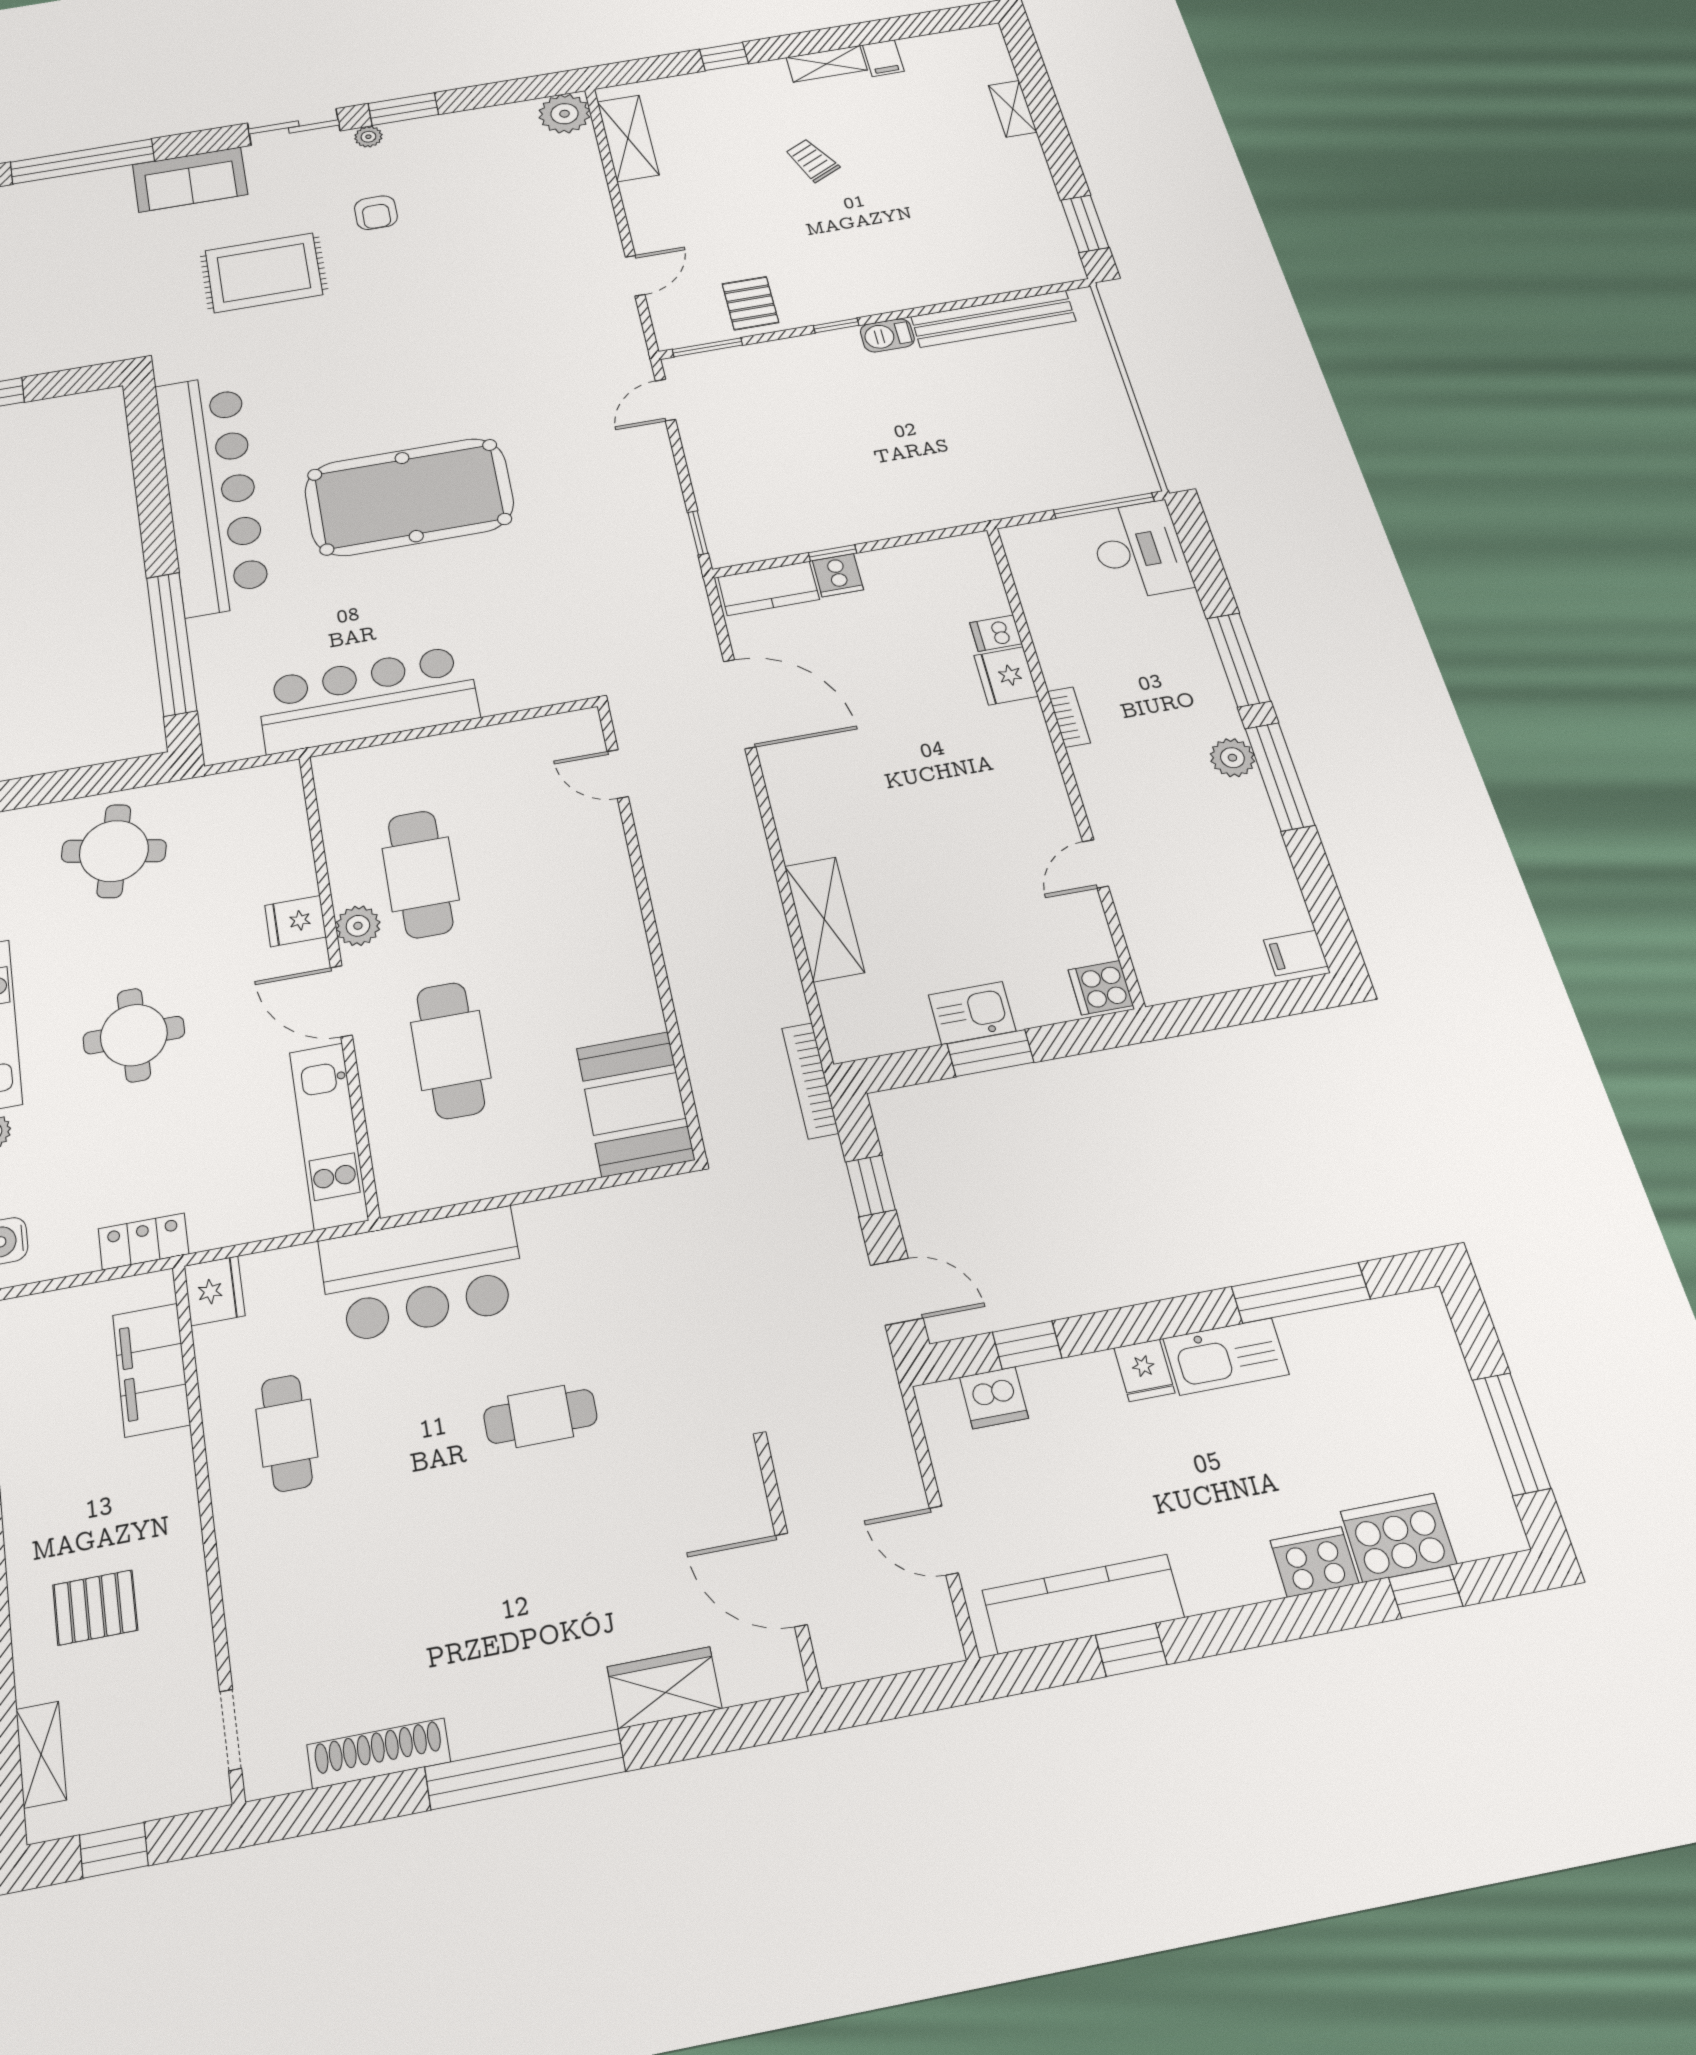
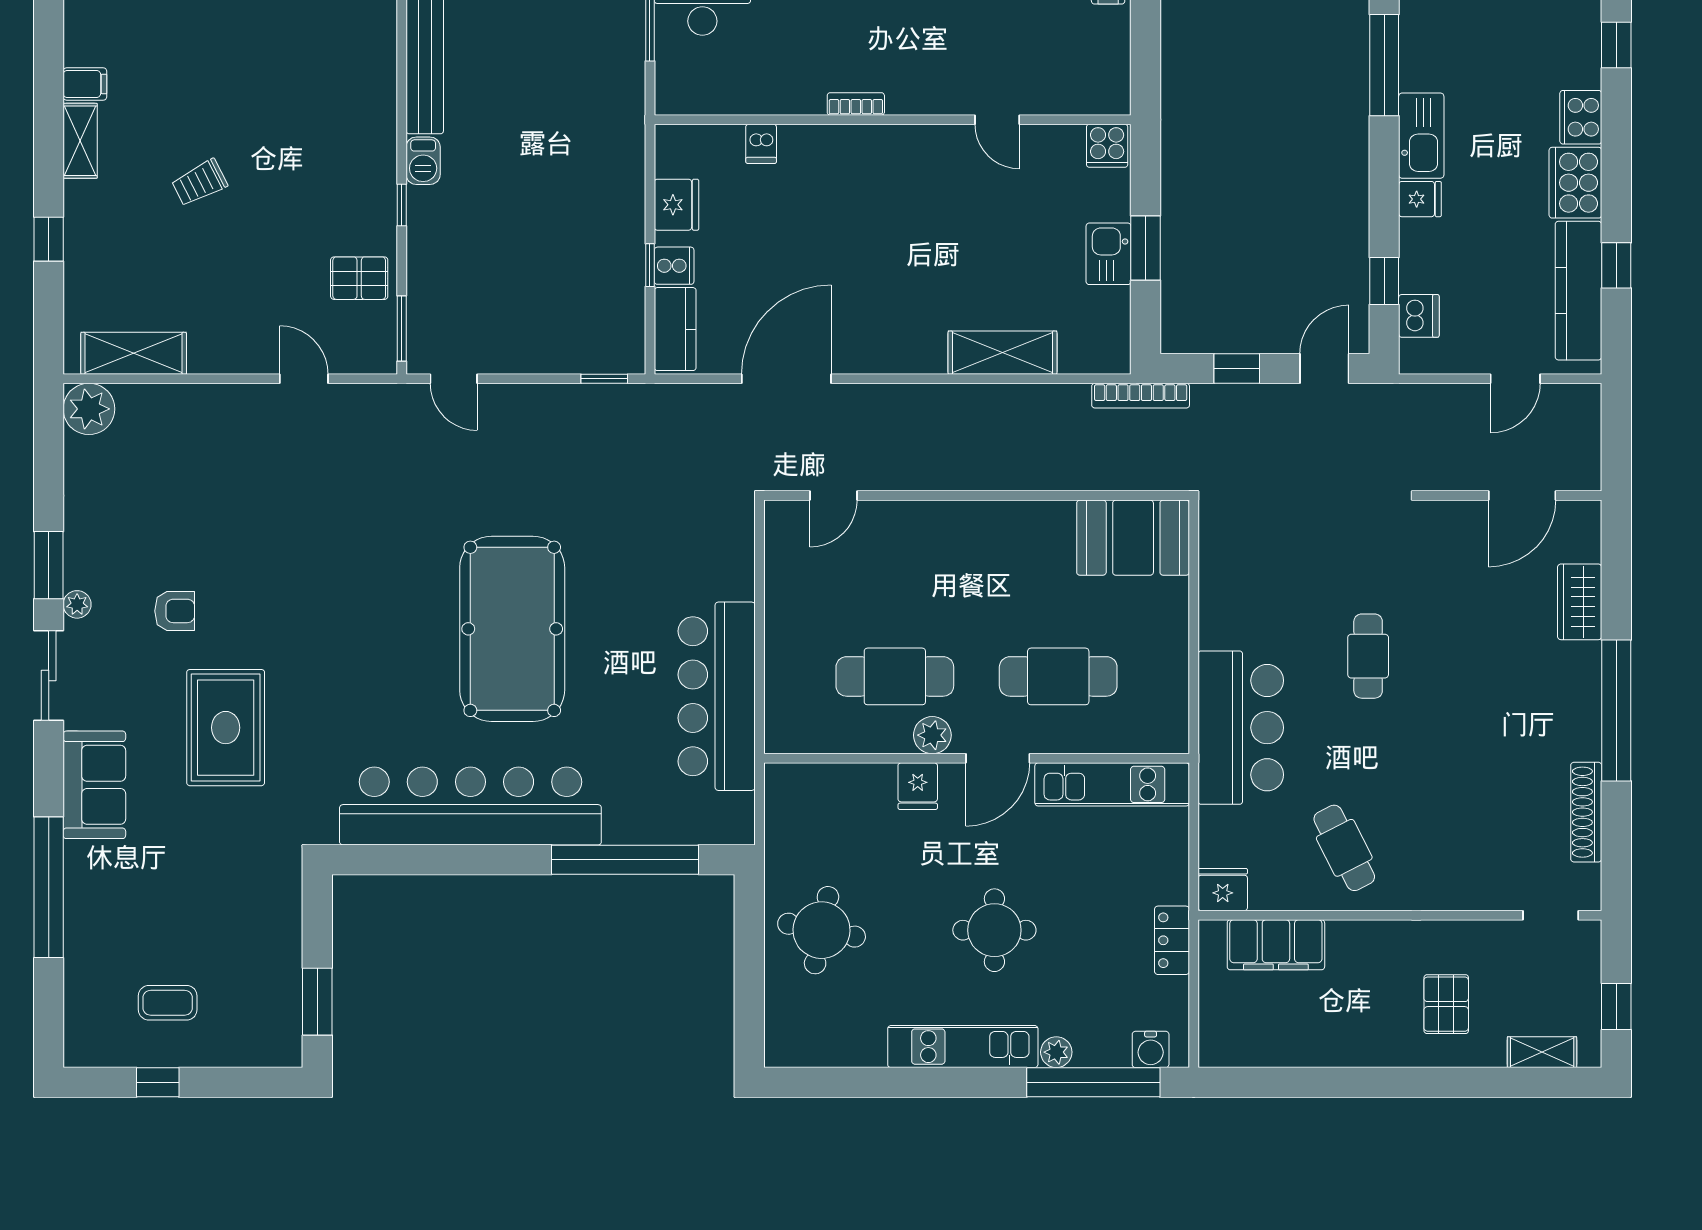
fridge: (1006, 676) -> (676, 205), moved, turned -90
cafe table: (287, 1433) -> (1344, 848), turned 63
cooker: (1398, 1538) -> (1575, 183), moved

